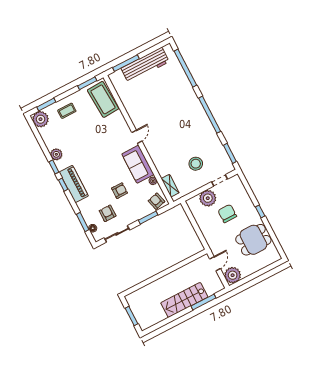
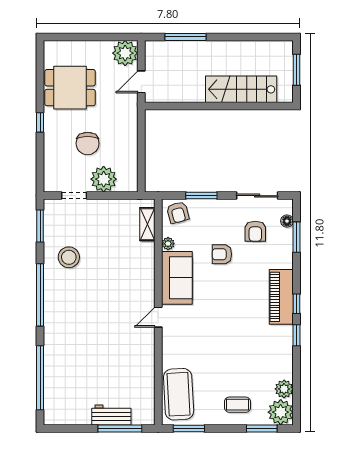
workbench: (145, 65) -> (111, 415), width x0.53, depth x0.76
plant: (56, 154) -> (284, 389), moved
stool: (196, 164) -> (69, 257), moved
stairs: (184, 300) -> (241, 89), moved, turned 180

